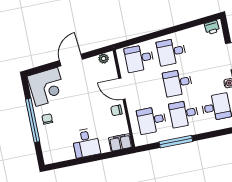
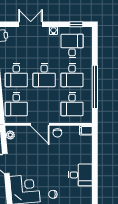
door: (122, 89) -> (40, 124), hinge flipped
filing cabinet: (120, 142) -> (86, 130), width x0.50
window: (176, 142) -> (95, 87), width x1.46
desk: (86, 143) -> (80, 175), moved

